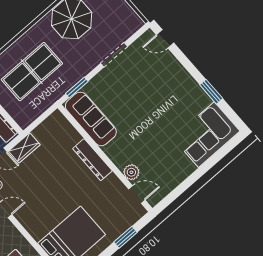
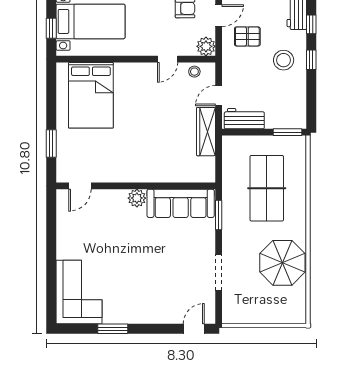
wardrobe: (24, 148) -> (206, 132), width x1.50
dresser: (92, 160) -> (144, 174), removed
plant: (131, 172) -> (137, 198), moved

